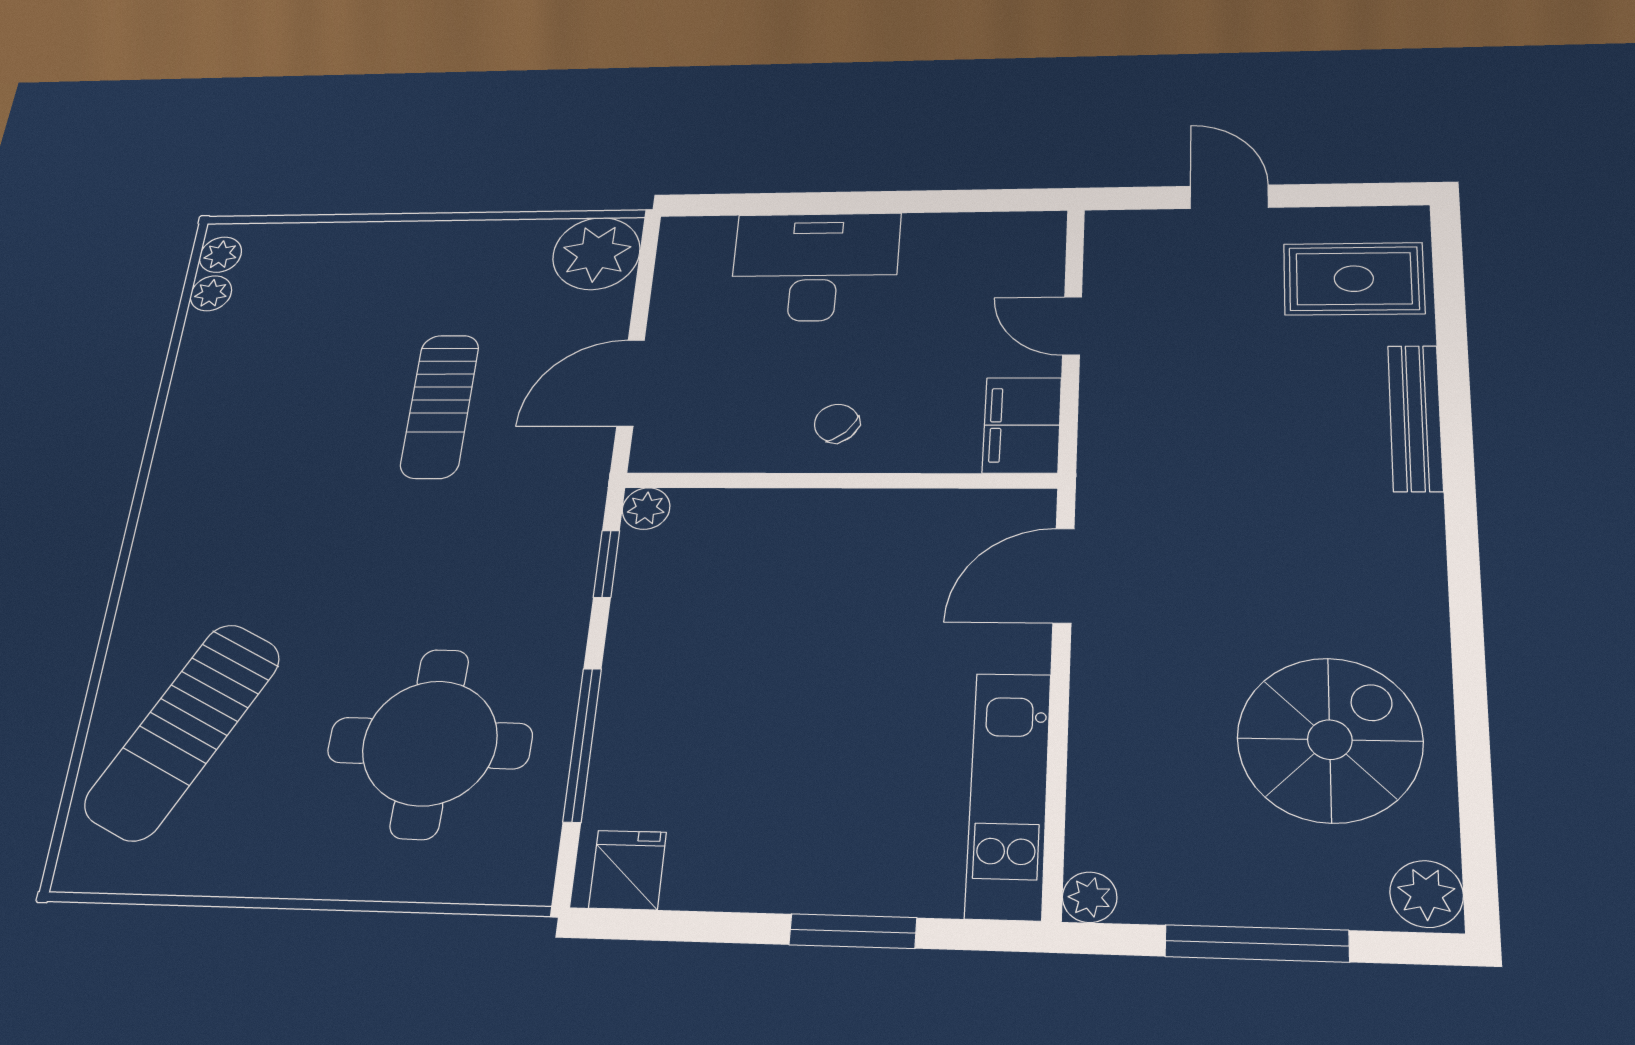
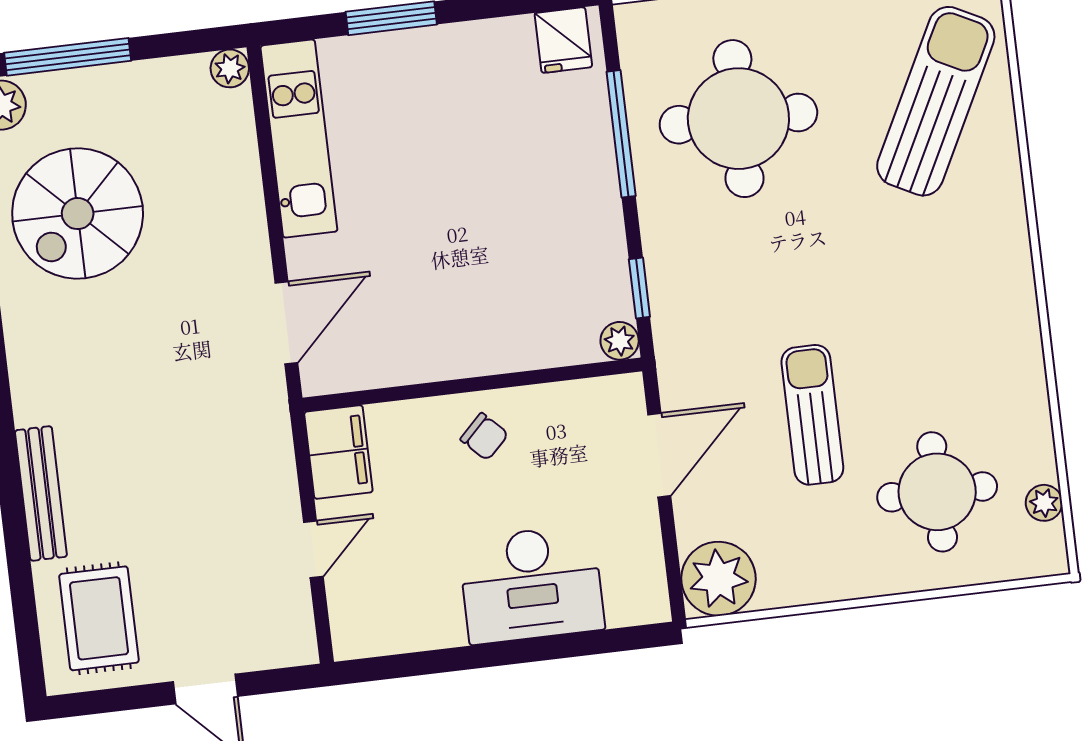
plant: (220, 255) -> (1048, 543), removed
rug: (1354, 279) -> (99, 618), turned 90
round table: (324, 315) -> (937, 492), added
door: (1072, 326) -> (313, 549), hinge flipped
window: (1257, 943) -> (68, 57), moved

